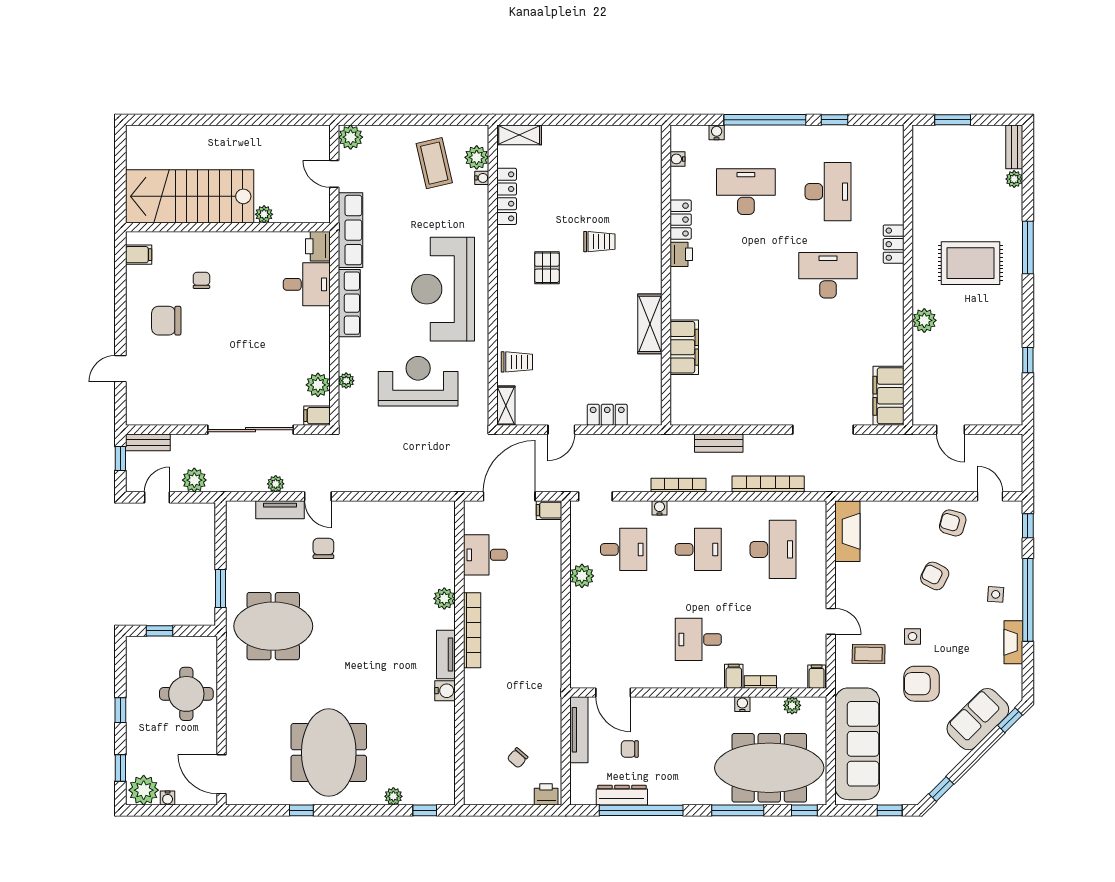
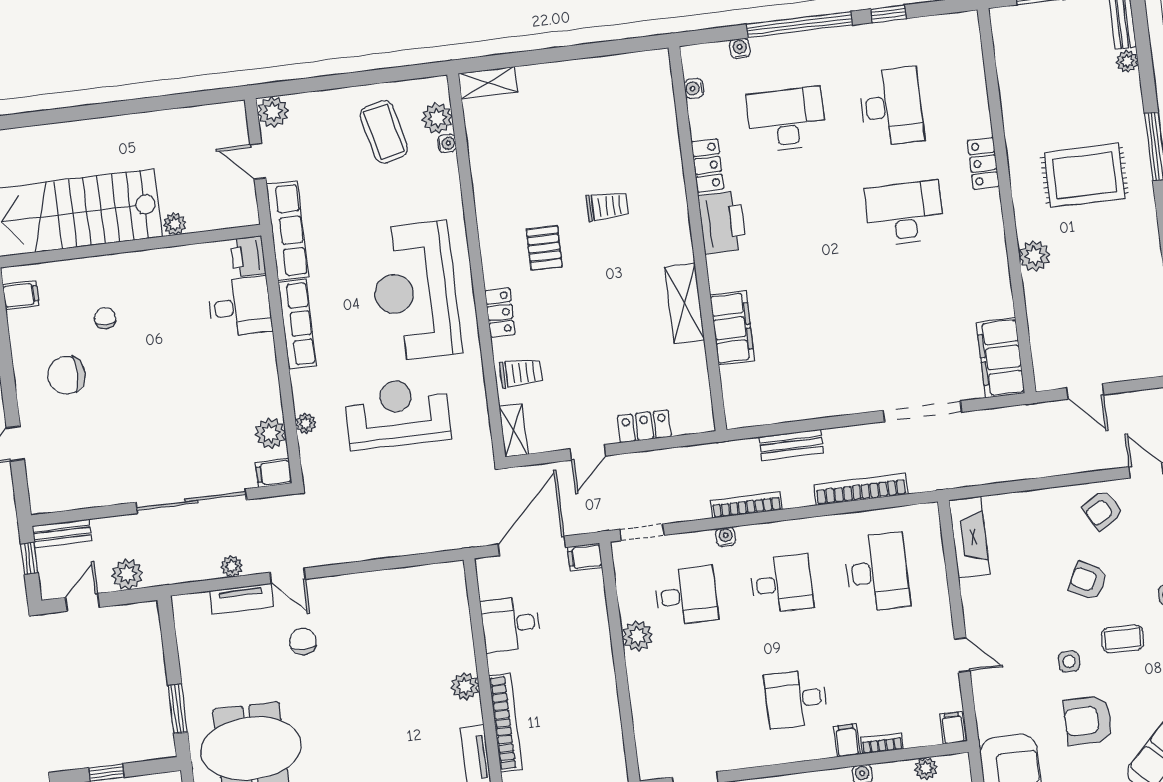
locker: (507, 196) -> (500, 312), moved, width x0.66
printer: (681, 254) -> (722, 222), width x1.87, depth x1.48
armchair: (953, 523) -> (1103, 510), turned -46
coffee table: (869, 654) -> (1123, 639), moved

